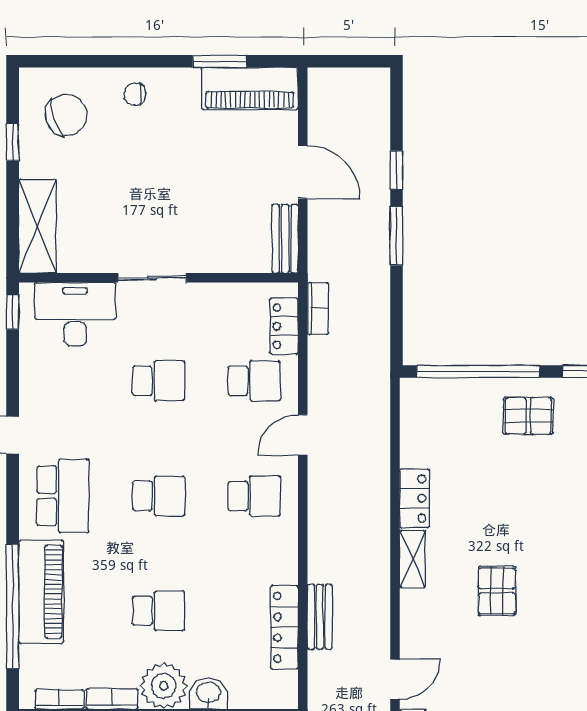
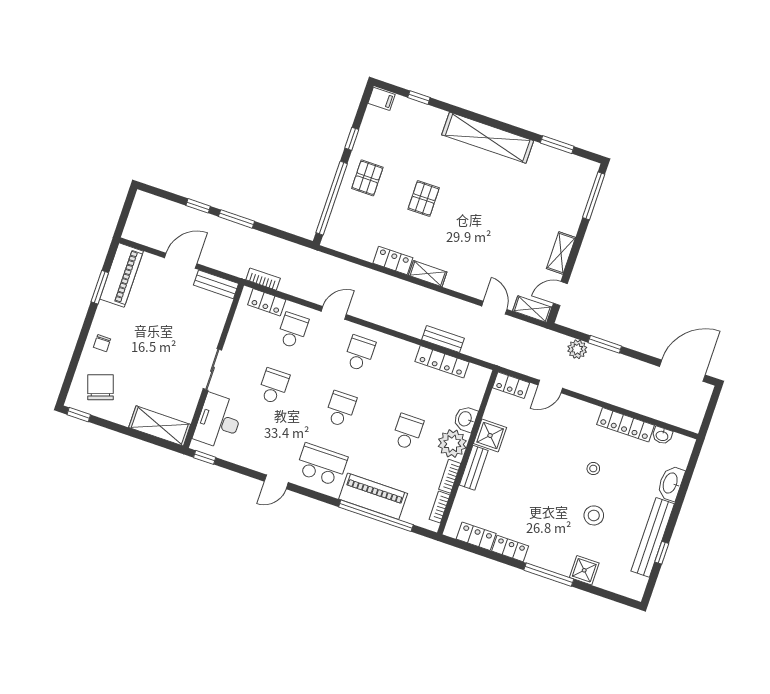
window: (13, 142) -> (79, 415), moved
door: (303, 435) -> (334, 313), swing flipped
pallet: (497, 591) -> (424, 198), moved, turned 90

